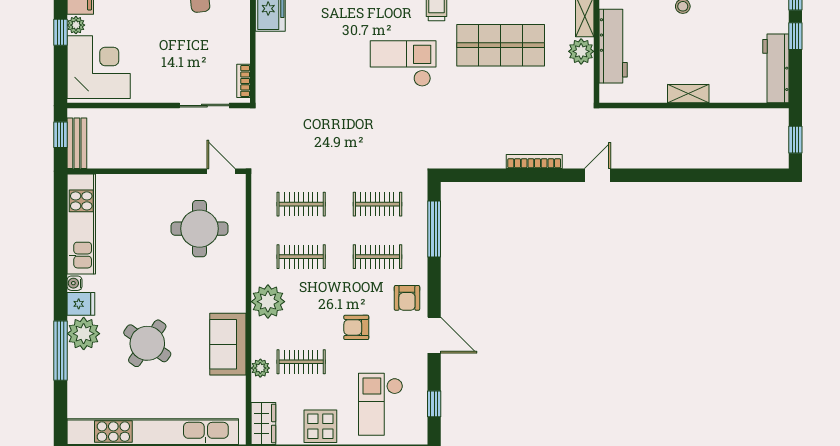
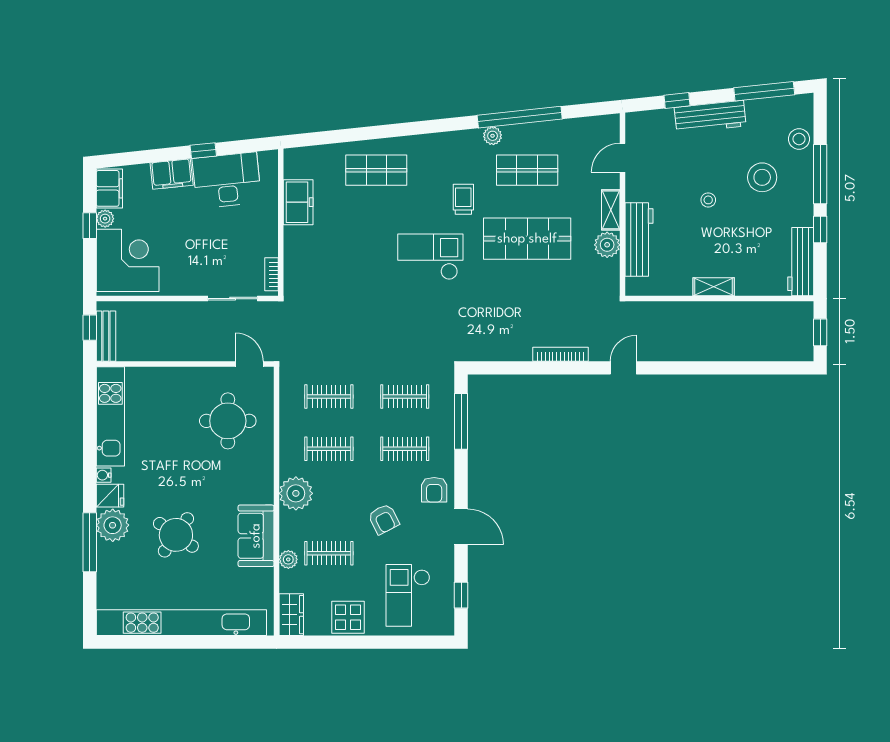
armchair: (356, 327) -> (384, 519), turned -117

